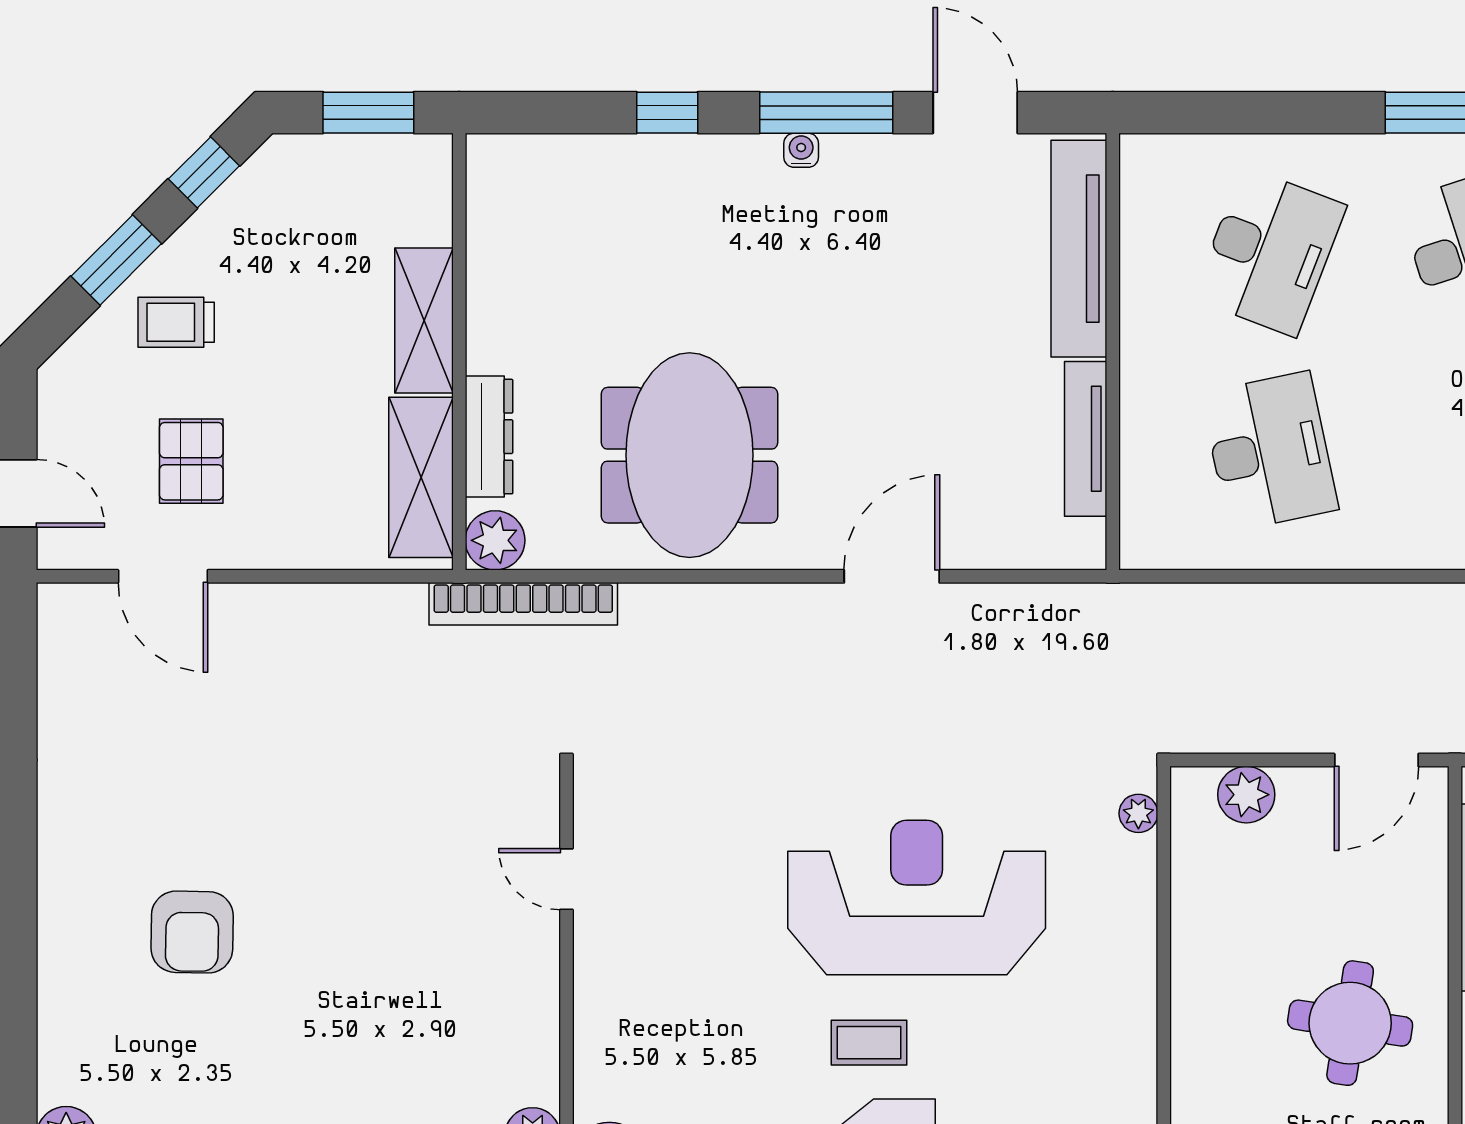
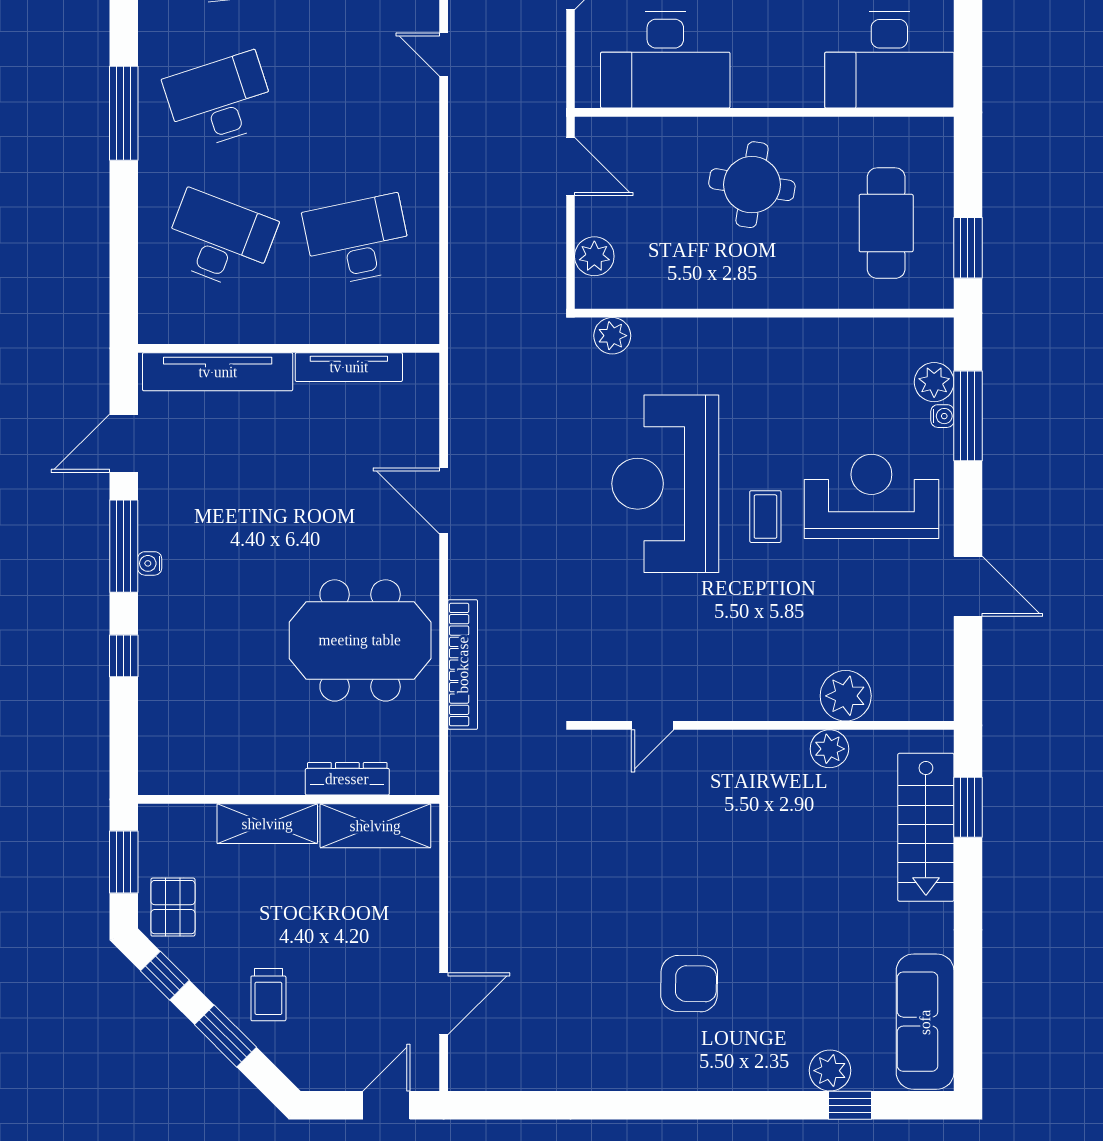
pallet: (191, 461) -> (173, 907), moved, turned 90
plant: (495, 540) -> (419, 775), removed
bookcase: (523, 604) -> (463, 665), moved
plant: (1138, 813) -> (612, 336), width x1.38, depth x1.38

